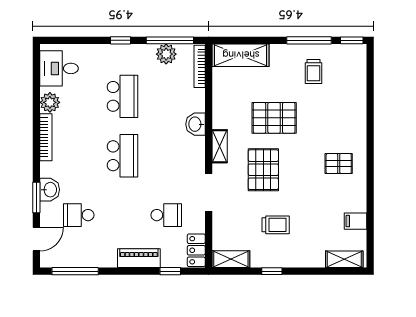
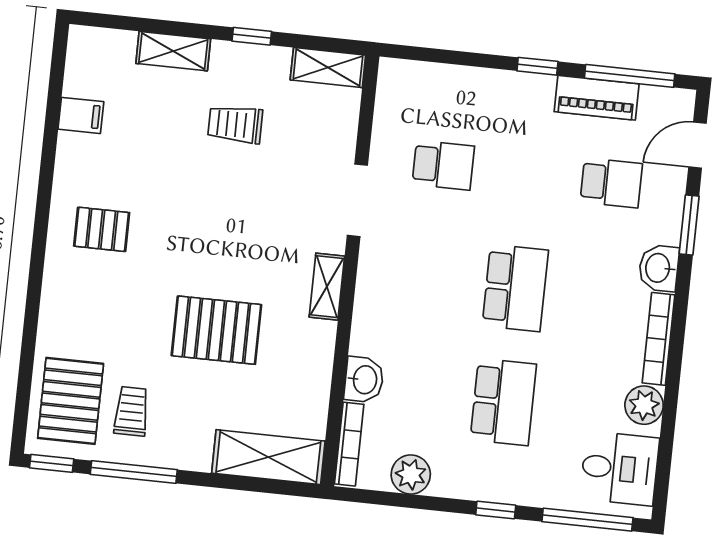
window: (170, 40) -> (587, 520), moved
school desk: (122, 96) -> (503, 402), turned 180
washbasin: (195, 124) -> (364, 380), moved
school desk: (122, 156) -> (515, 288), turned 180
pallet: (263, 170) -> (71, 401), moved
washbasin: (50, 190) -> (659, 268), moved
school desk: (166, 215) -> (443, 165), turned 180
locker: (196, 250) -> (393, 92), removed
piano: (139, 258) -> (597, 98), moved
shelving: (344, 259) -> (173, 51), moved
window: (170, 271) -> (537, 66), moved

